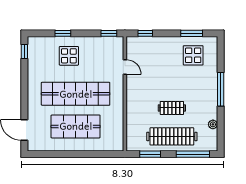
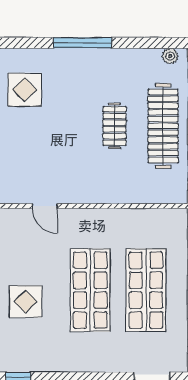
door: (125, 67) -> (45, 206), swing flipped
shop shelf: (76, 94) -> (90, 290), width x0.71
plant: (213, 124) -> (170, 56), moved

